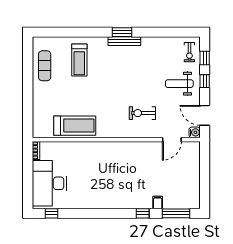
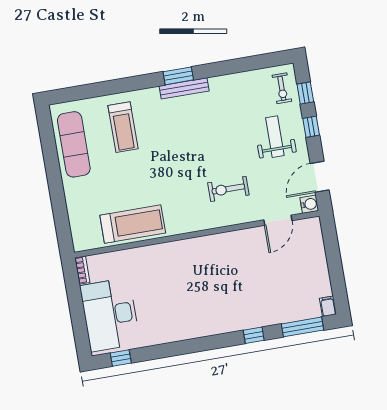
exercise mat: (45, 66) -> (74, 144), width x1.36, depth x1.45
weight bench: (179, 84) -> (275, 137), turned 90
door: (205, 115) -> (320, 177), hinge flipped
filing cabinet: (158, 203) -> (328, 306), moved

